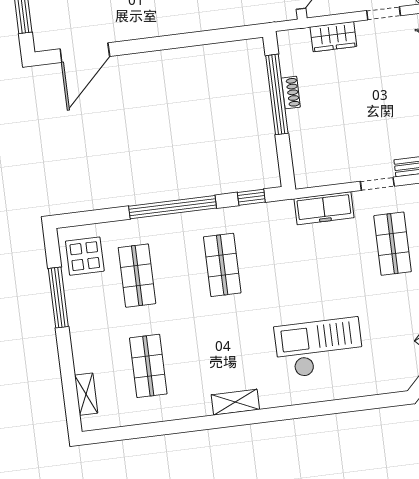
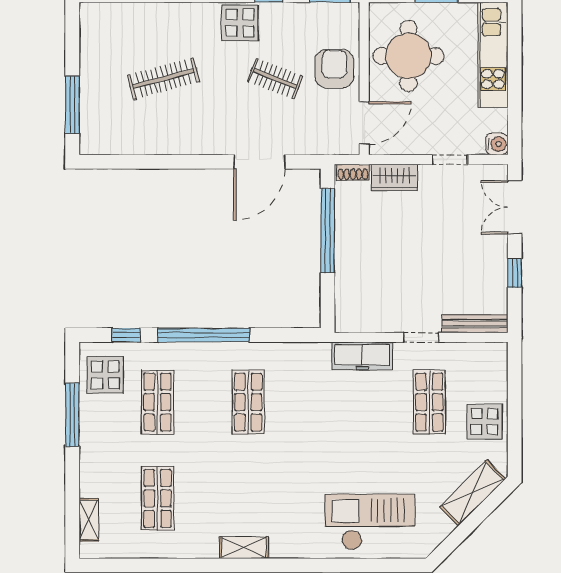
door: (85, 53) -> (260, 162), moved
shoe rack: (291, 93) -> (353, 172), moved, turned 90
window: (251, 197) -> (126, 335), moved
checkout: (319, 348) -> (370, 522), moved

